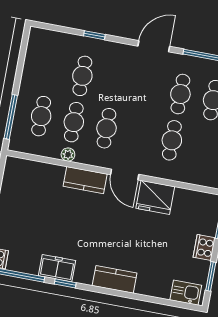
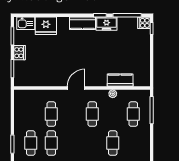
cafe table: (74, 122) -> (113, 114), removed
door: (125, 174) -> (76, 88), hinge flipped
kitchen counter: (85, 180) -> (120, 80), moved
fridge: (155, 197) -> (46, 26), moved, turned 180
kitchen counter: (115, 279) -> (82, 23), moved

